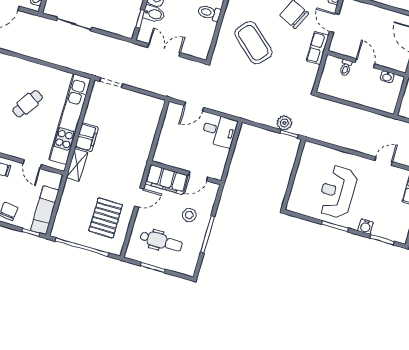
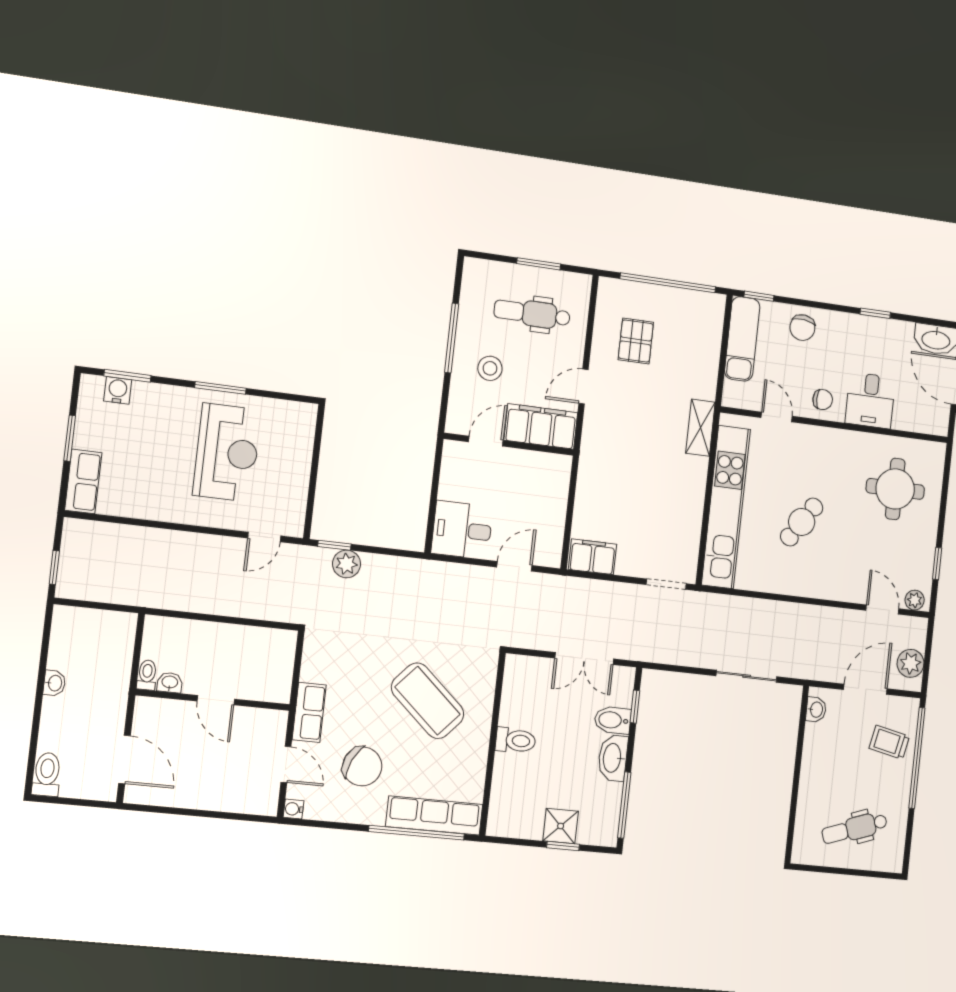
toilet: (346, 68) -> (147, 675), moved
filing cabinet: (87, 137) -> (592, 557), moved, turned 90
door: (383, 161) -> (264, 537), moved
pallet: (106, 218) -> (636, 341), width x0.67, depth x0.71
water cooler: (366, 226) -> (118, 390), moved

